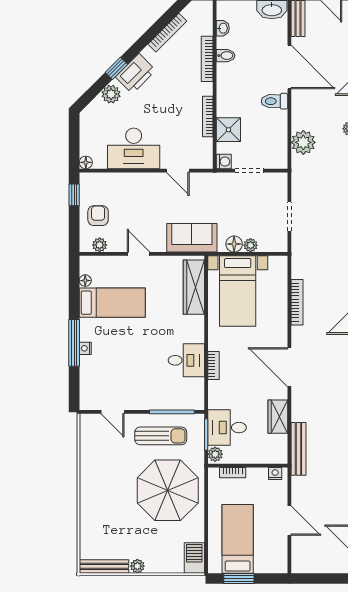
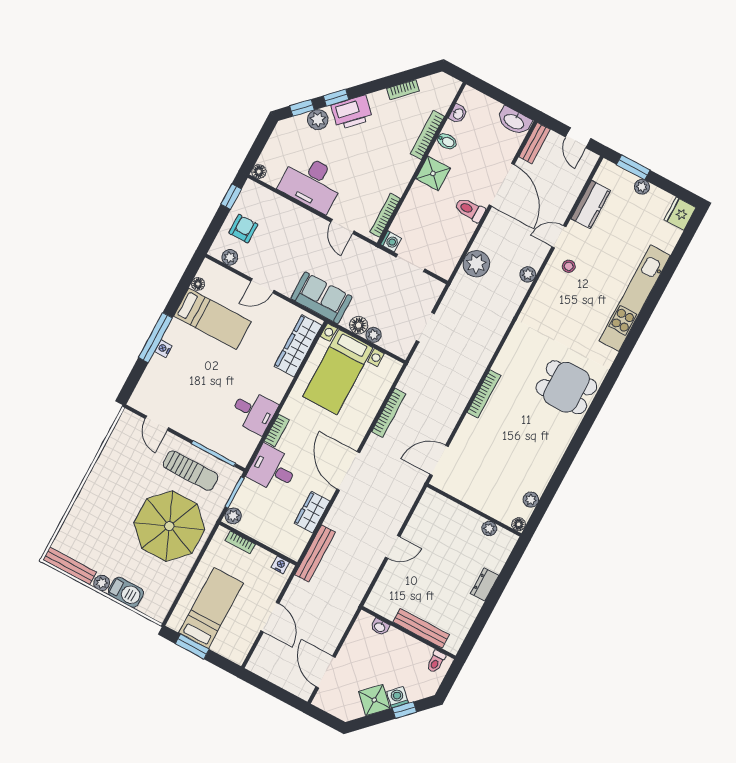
bookcase: (167, 33) -> (403, 90), width x0.64
window: (93, 92) -> (302, 108), added
bookcase: (208, 117) -> (385, 215), moved
shower: (228, 130) -> (433, 173), moved
door: (138, 254) -> (262, 286), swing flipped
desk: (227, 428) -> (273, 469), moved
barbecue: (194, 558) -> (126, 592), moved, turned 90

